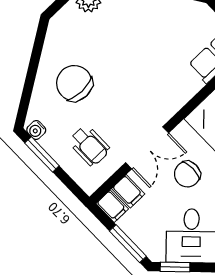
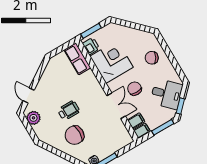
wheelchair: (89, 146) -> (69, 111), moved
chair: (187, 174) -> (135, 89), turned 180

